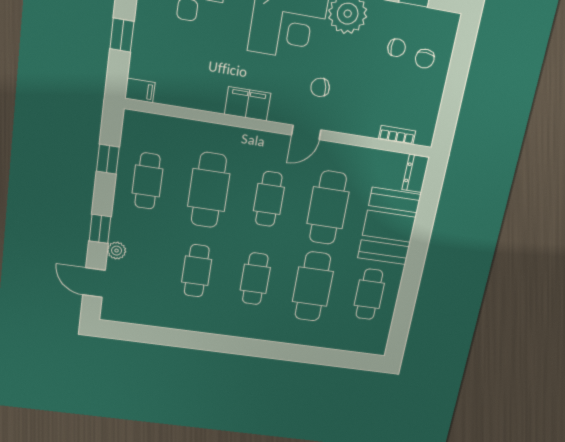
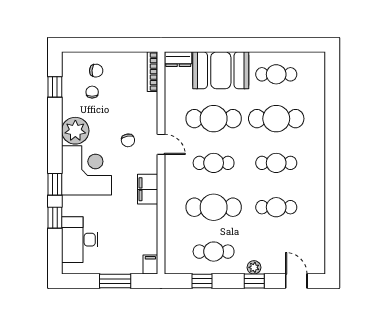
window: (122, 35) -> (115, 281), width x1.50
bookcase: (397, 135) -> (152, 72), width x1.56
plant: (117, 251) -> (254, 267), moved
door: (94, 283) -> (296, 281), swing flipped

